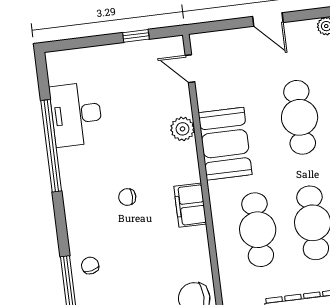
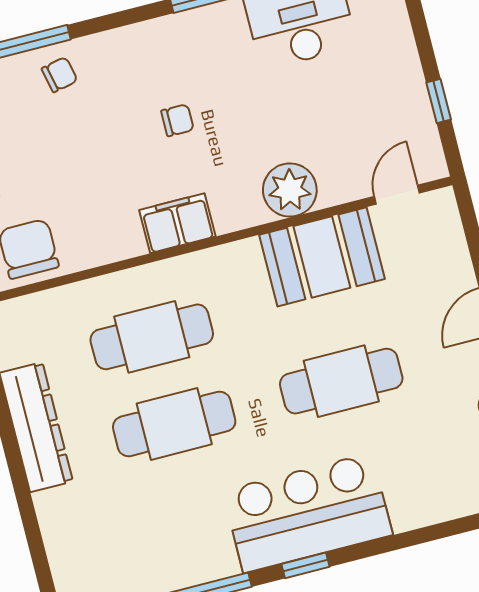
plant: (183, 129) -> (290, 190), width x1.36, depth x1.36
booth: (225, 144) -> (322, 257), moved
chair: (127, 197) -> (177, 120), turned 90

